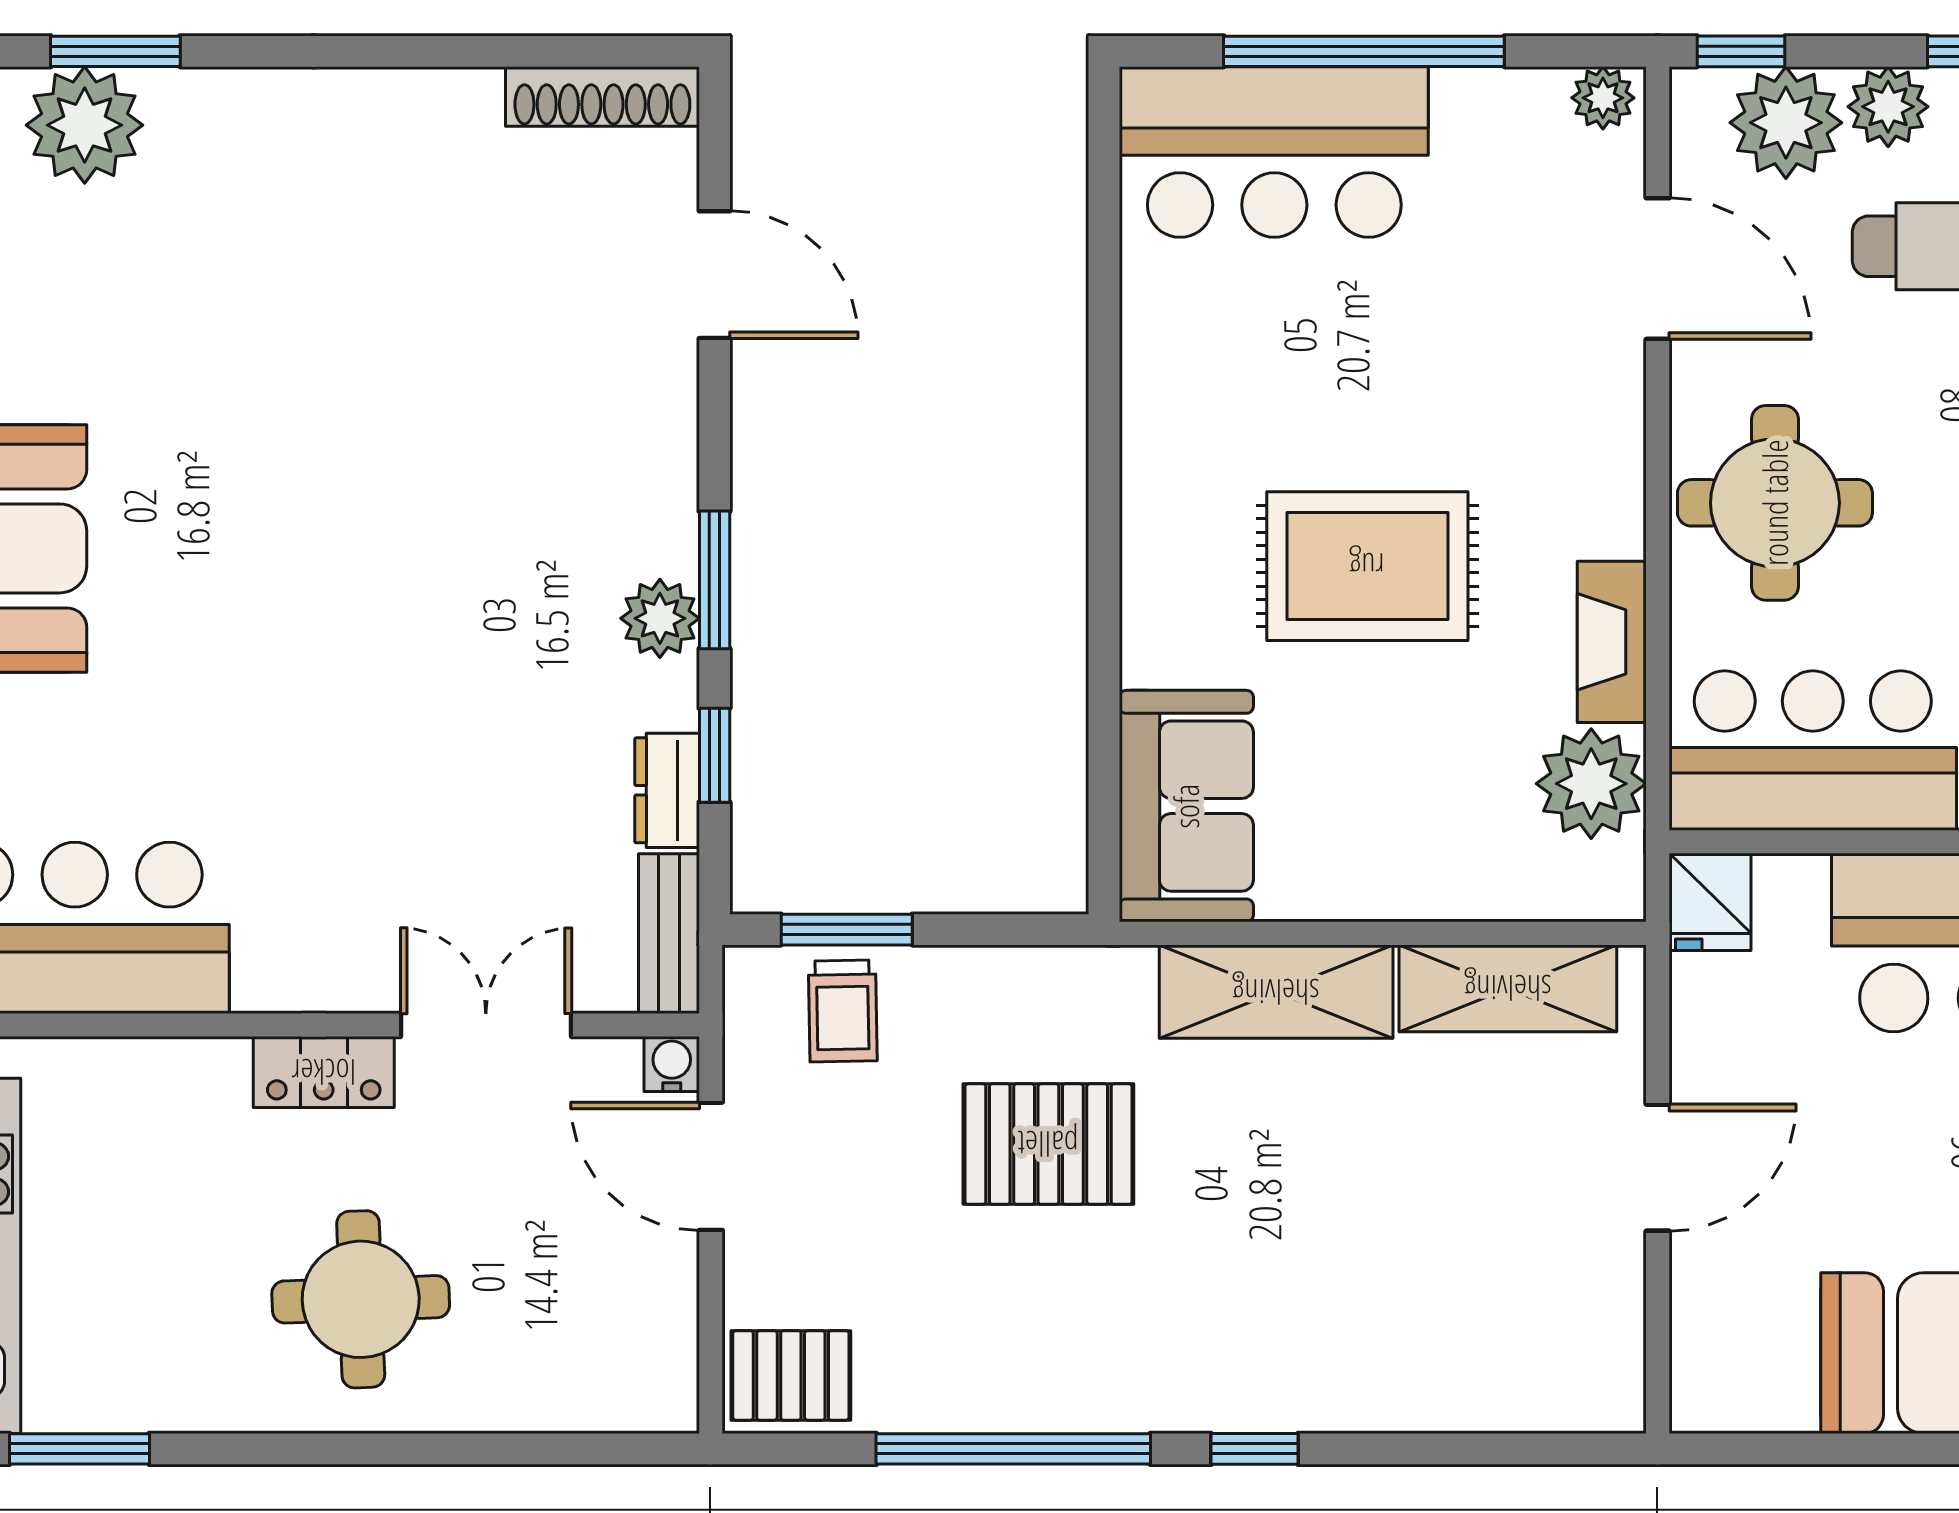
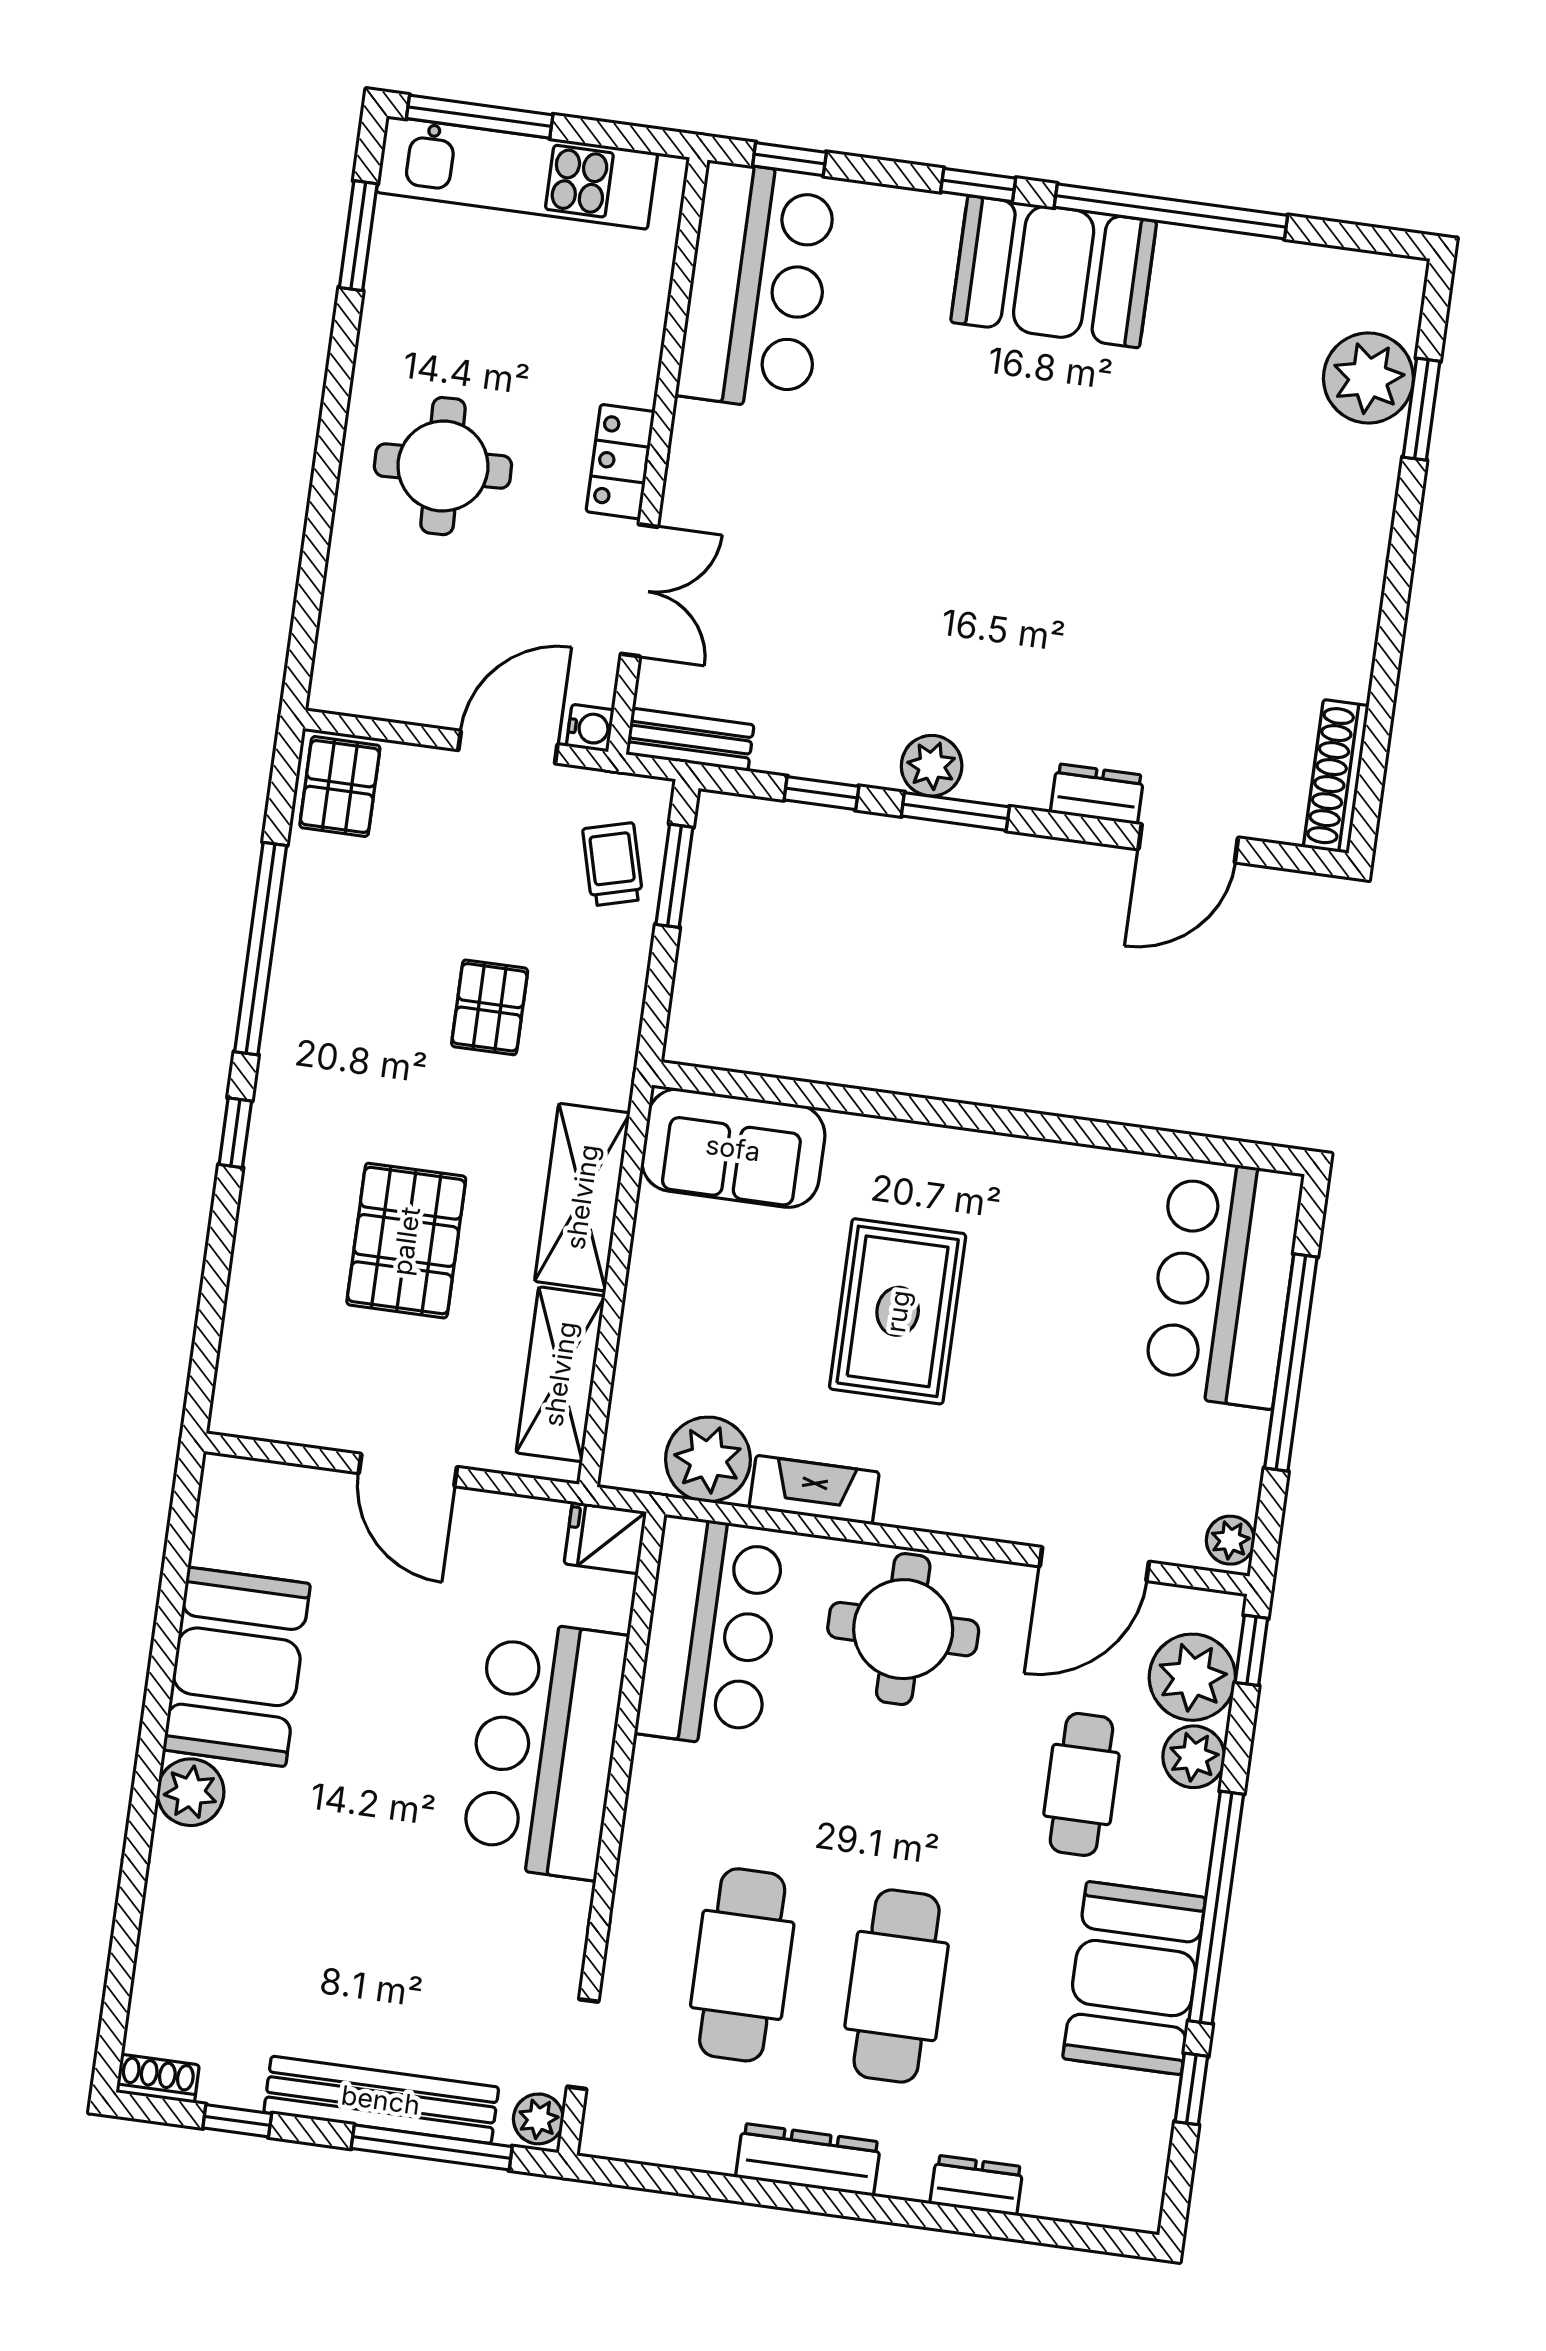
dresser: (667, 790) -> (1097, 794), moved
trolley: (843, 1011) -> (613, 864), turned 76
pallet: (1048, 1144) -> (490, 1007), width x0.67, depth x0.71
pallet: (1363, 1210) -> (406, 1241), added

